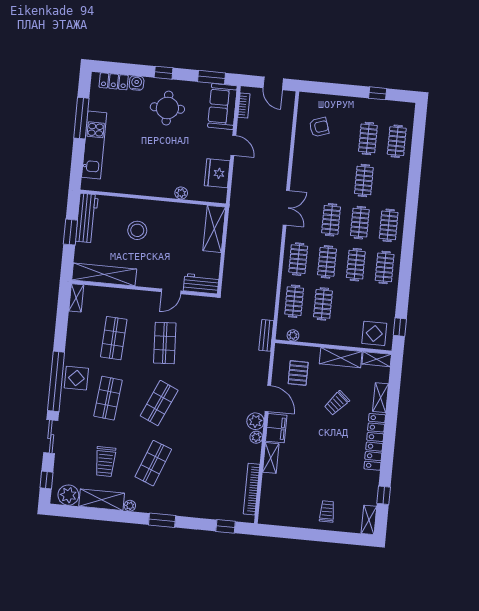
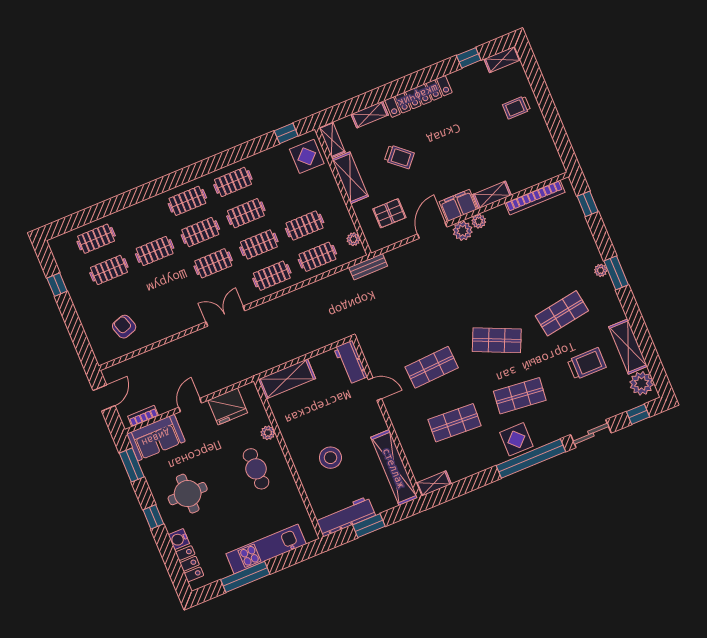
cafe table: (159, 170) -> (256, 469), added
shop shelf: (153, 463) -> (562, 313), turned -30
plant: (130, 506) -> (601, 270), moved

